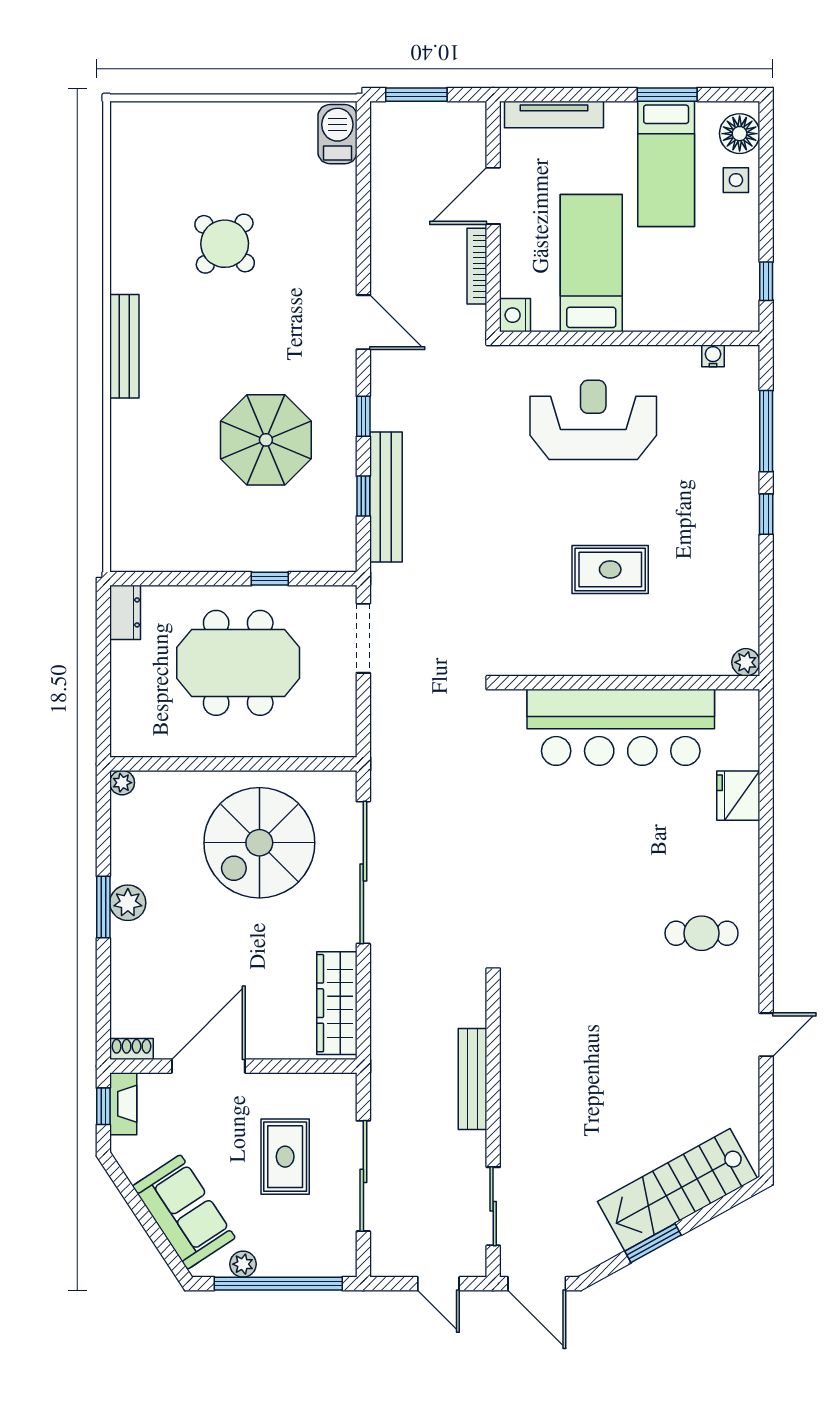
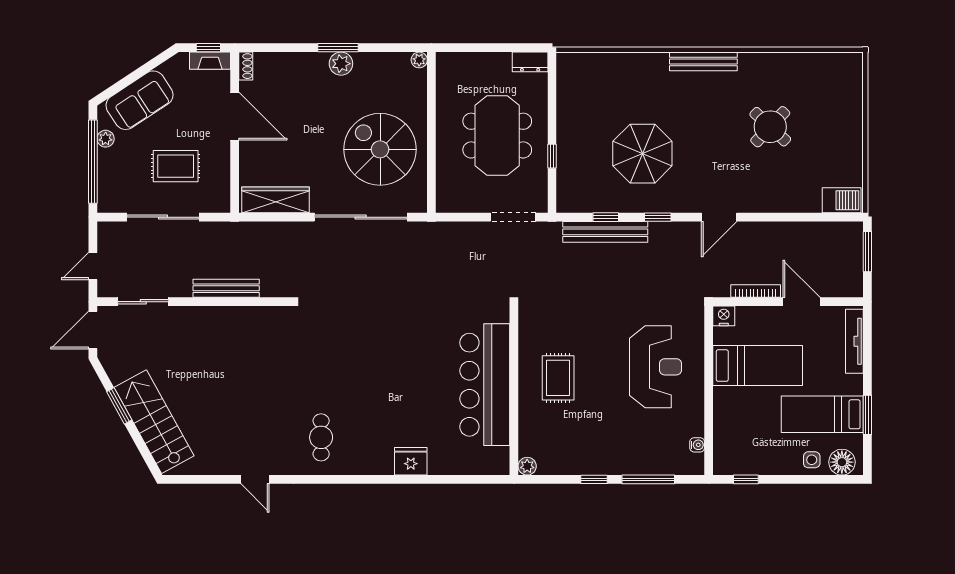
plant: (746, 662) -> (527, 466), moved
wall: (630, 683) -> (514, 391), moved
bar counter: (621, 727) -> (485, 385), moved

